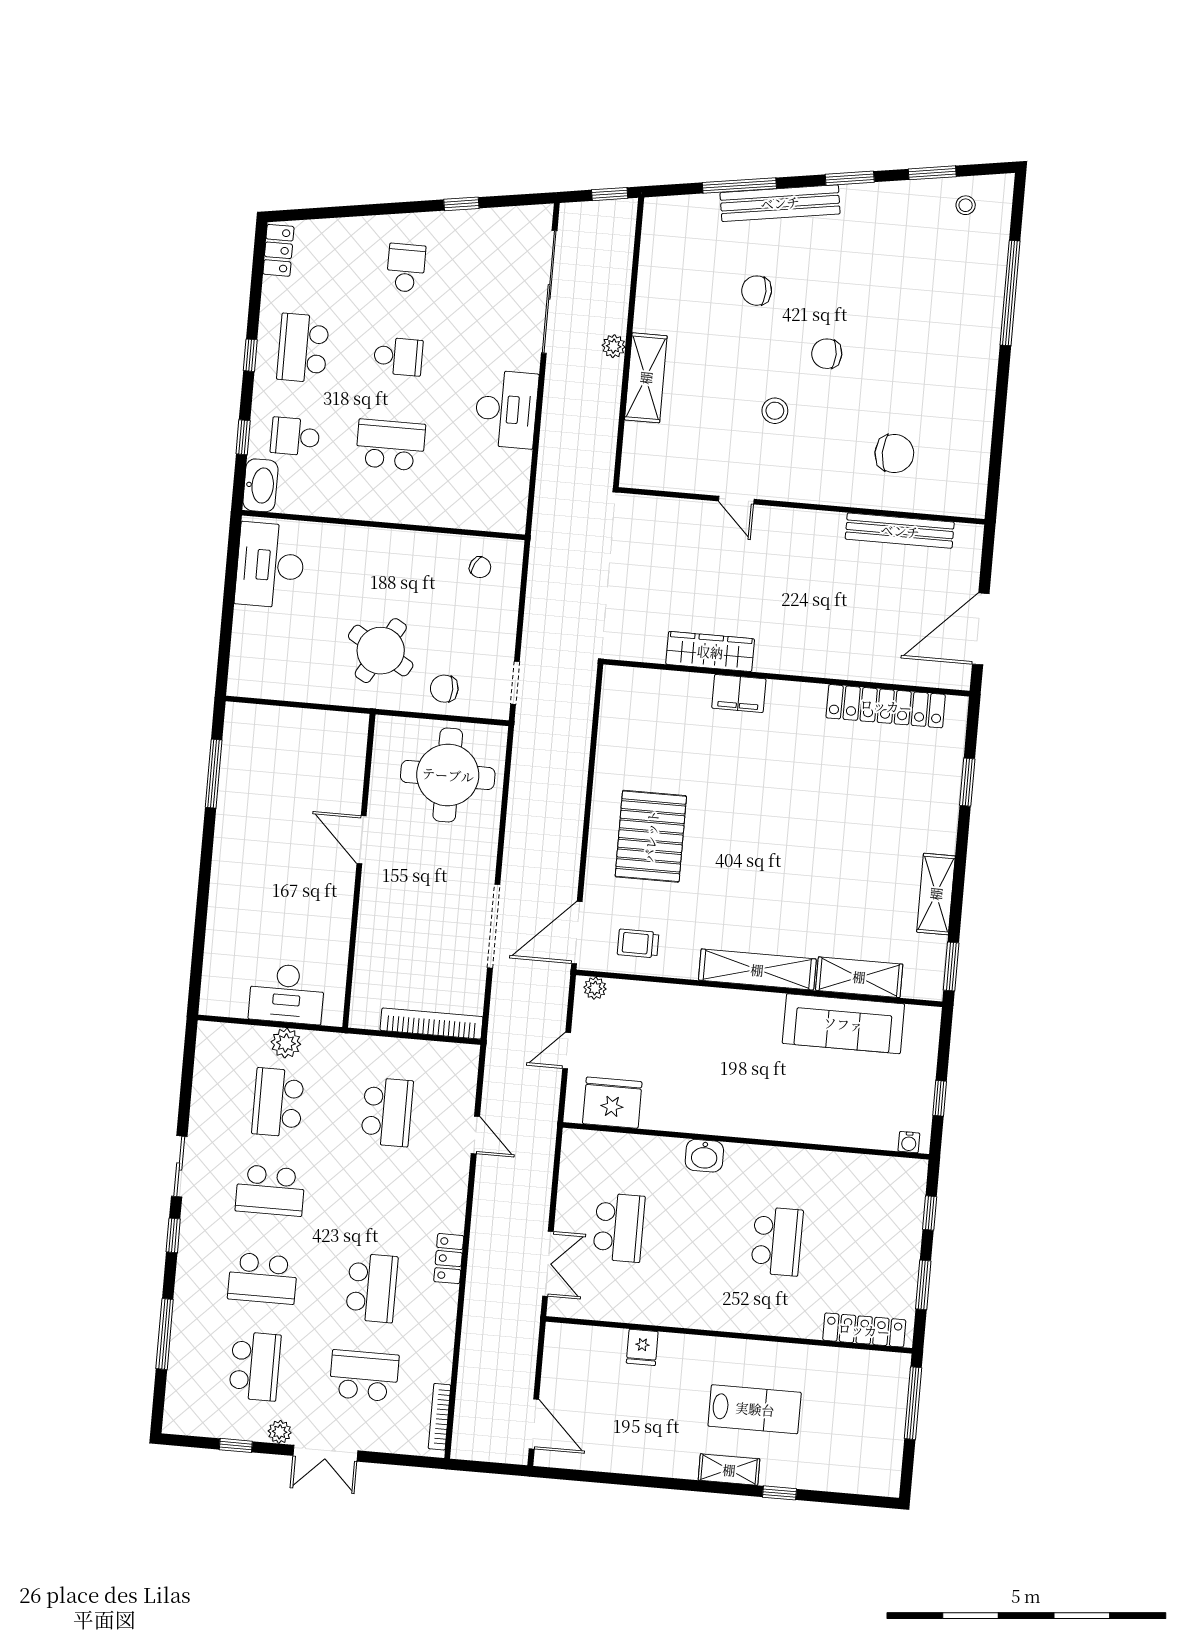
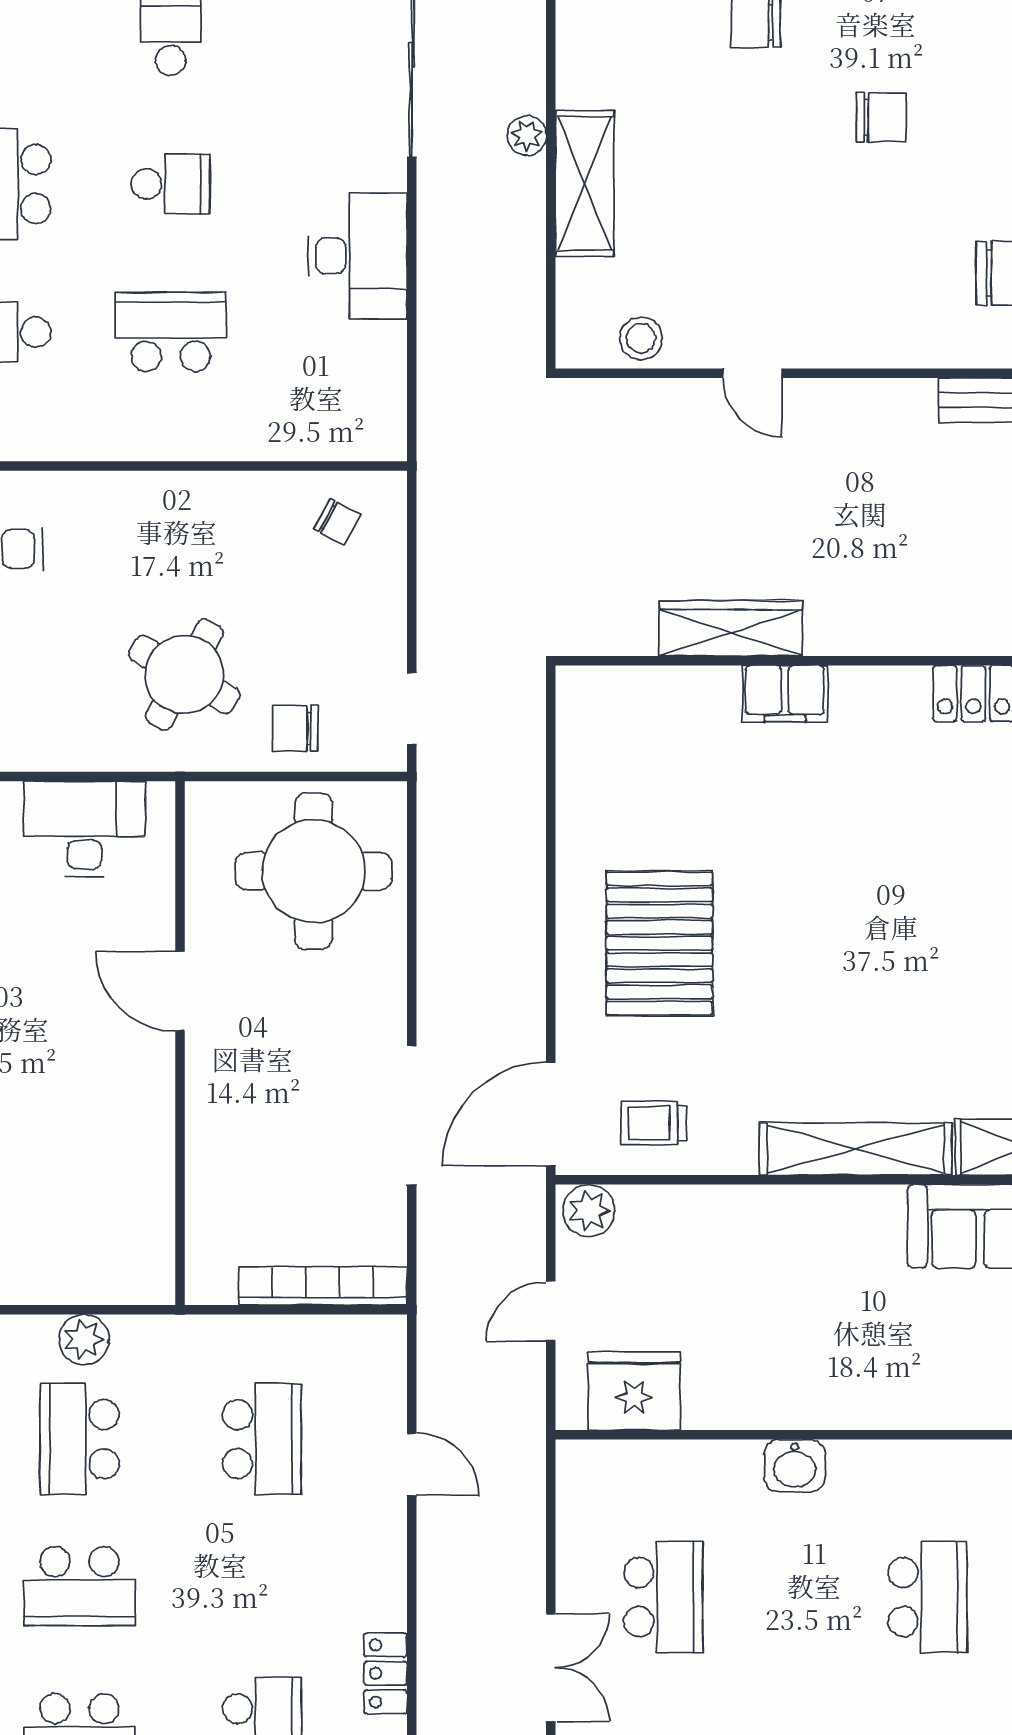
chair: (827, 354) -> (881, 117), turned 180
stool: (775, 411) -> (641, 338), moved
plant: (595, 988) -> (589, 1211), width x1.38, depth x1.38
desk: (287, 994) -> (84, 829), moved, turned 180

